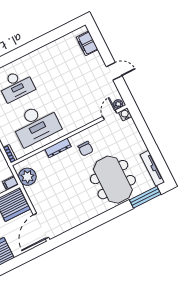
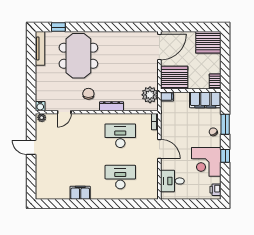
filing cabinet: (87, 43) -> (80, 193), moved, turned -90
door: (110, 115) -> (64, 112), moved
desk: (36, 124) -> (120, 136), width x0.73, depth x0.77
window: (145, 197) -> (58, 27), width x0.46

